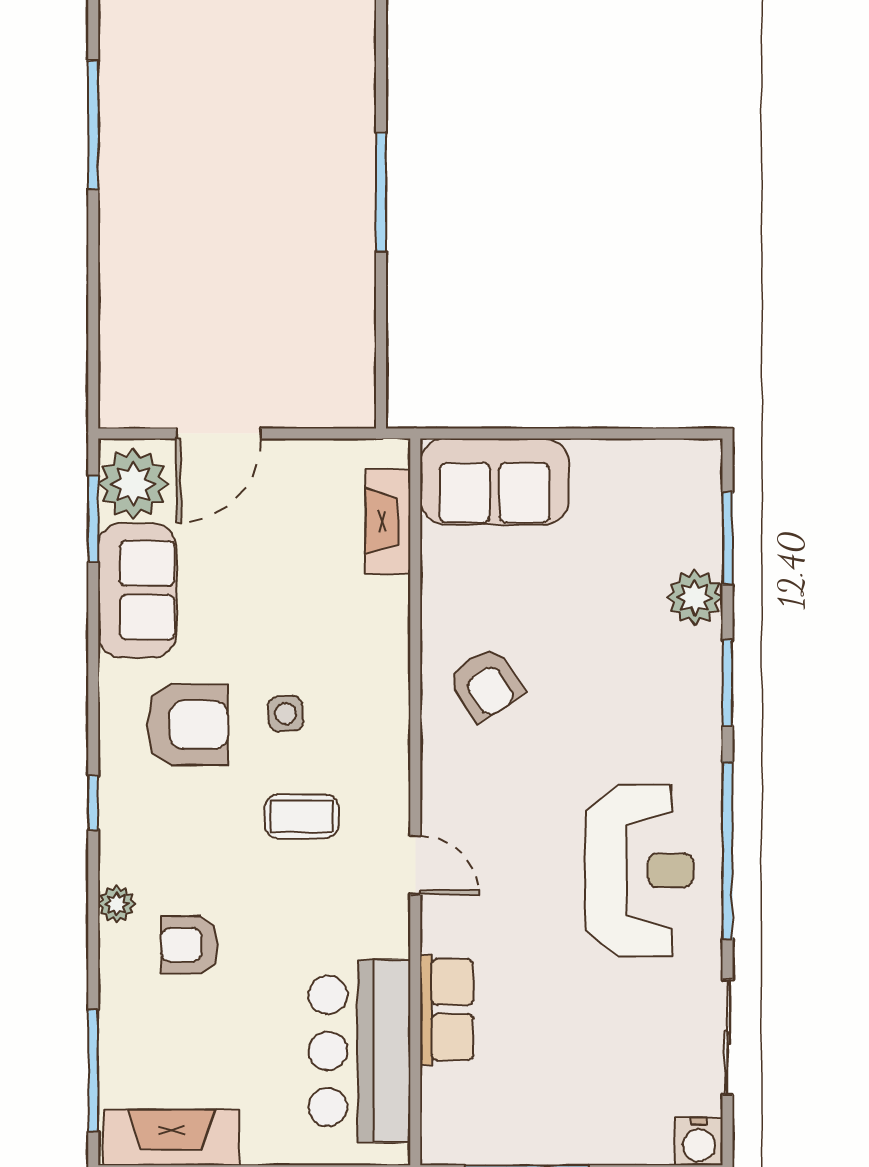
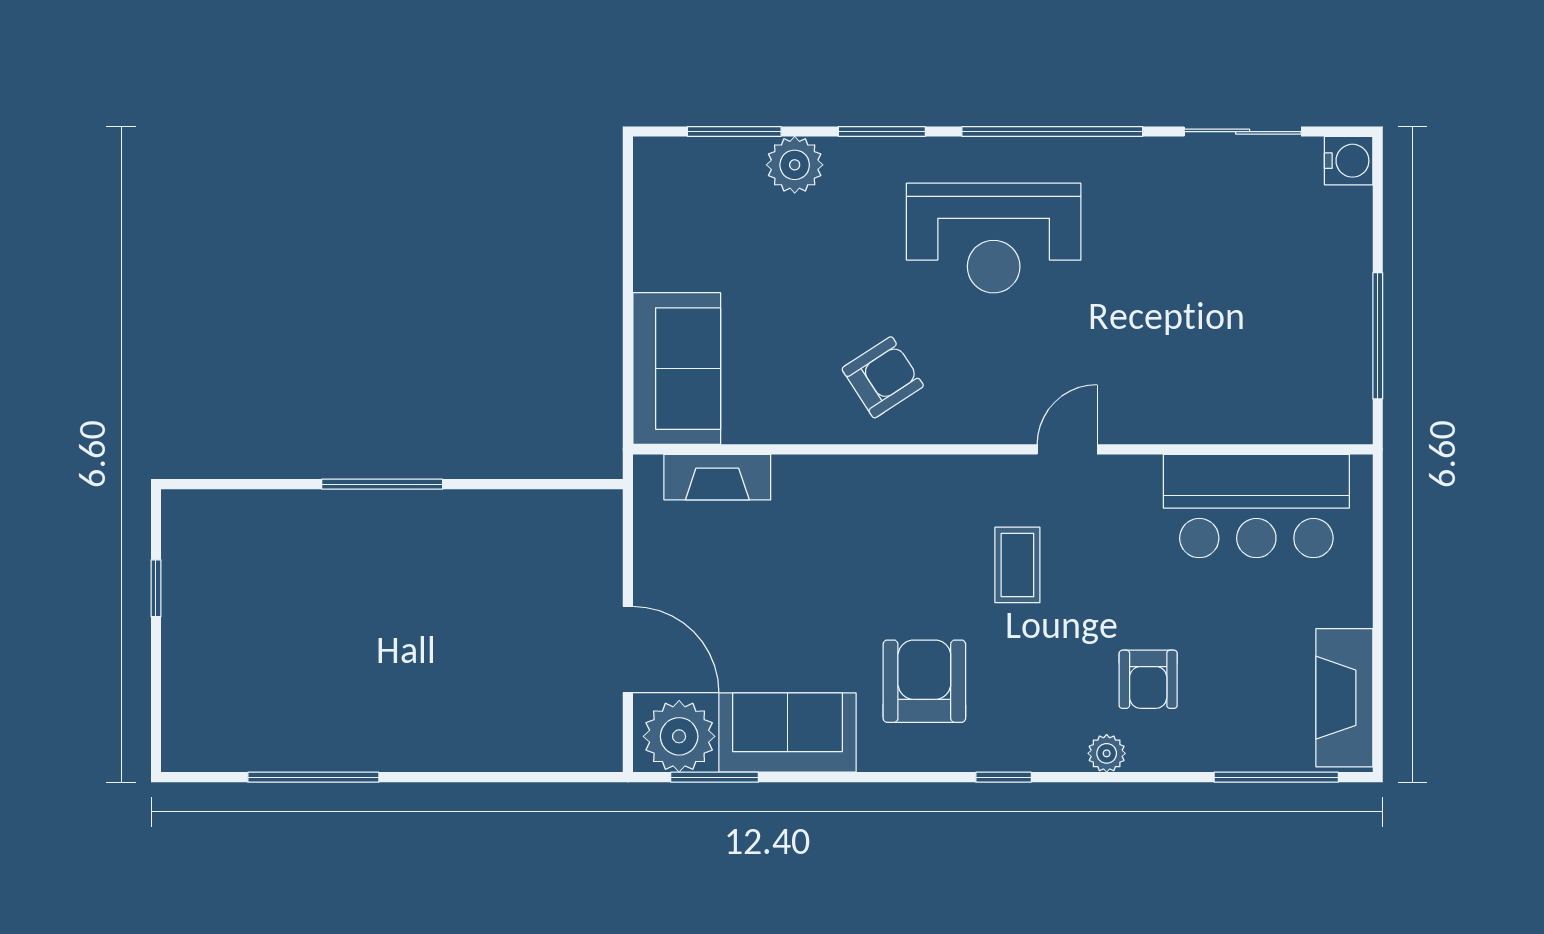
side table: (286, 714) -> (913, 581), removed
reception desk: (639, 870) -> (994, 238), moved, turned 180
row of seats: (446, 1010) -> (1214, 418), removed

